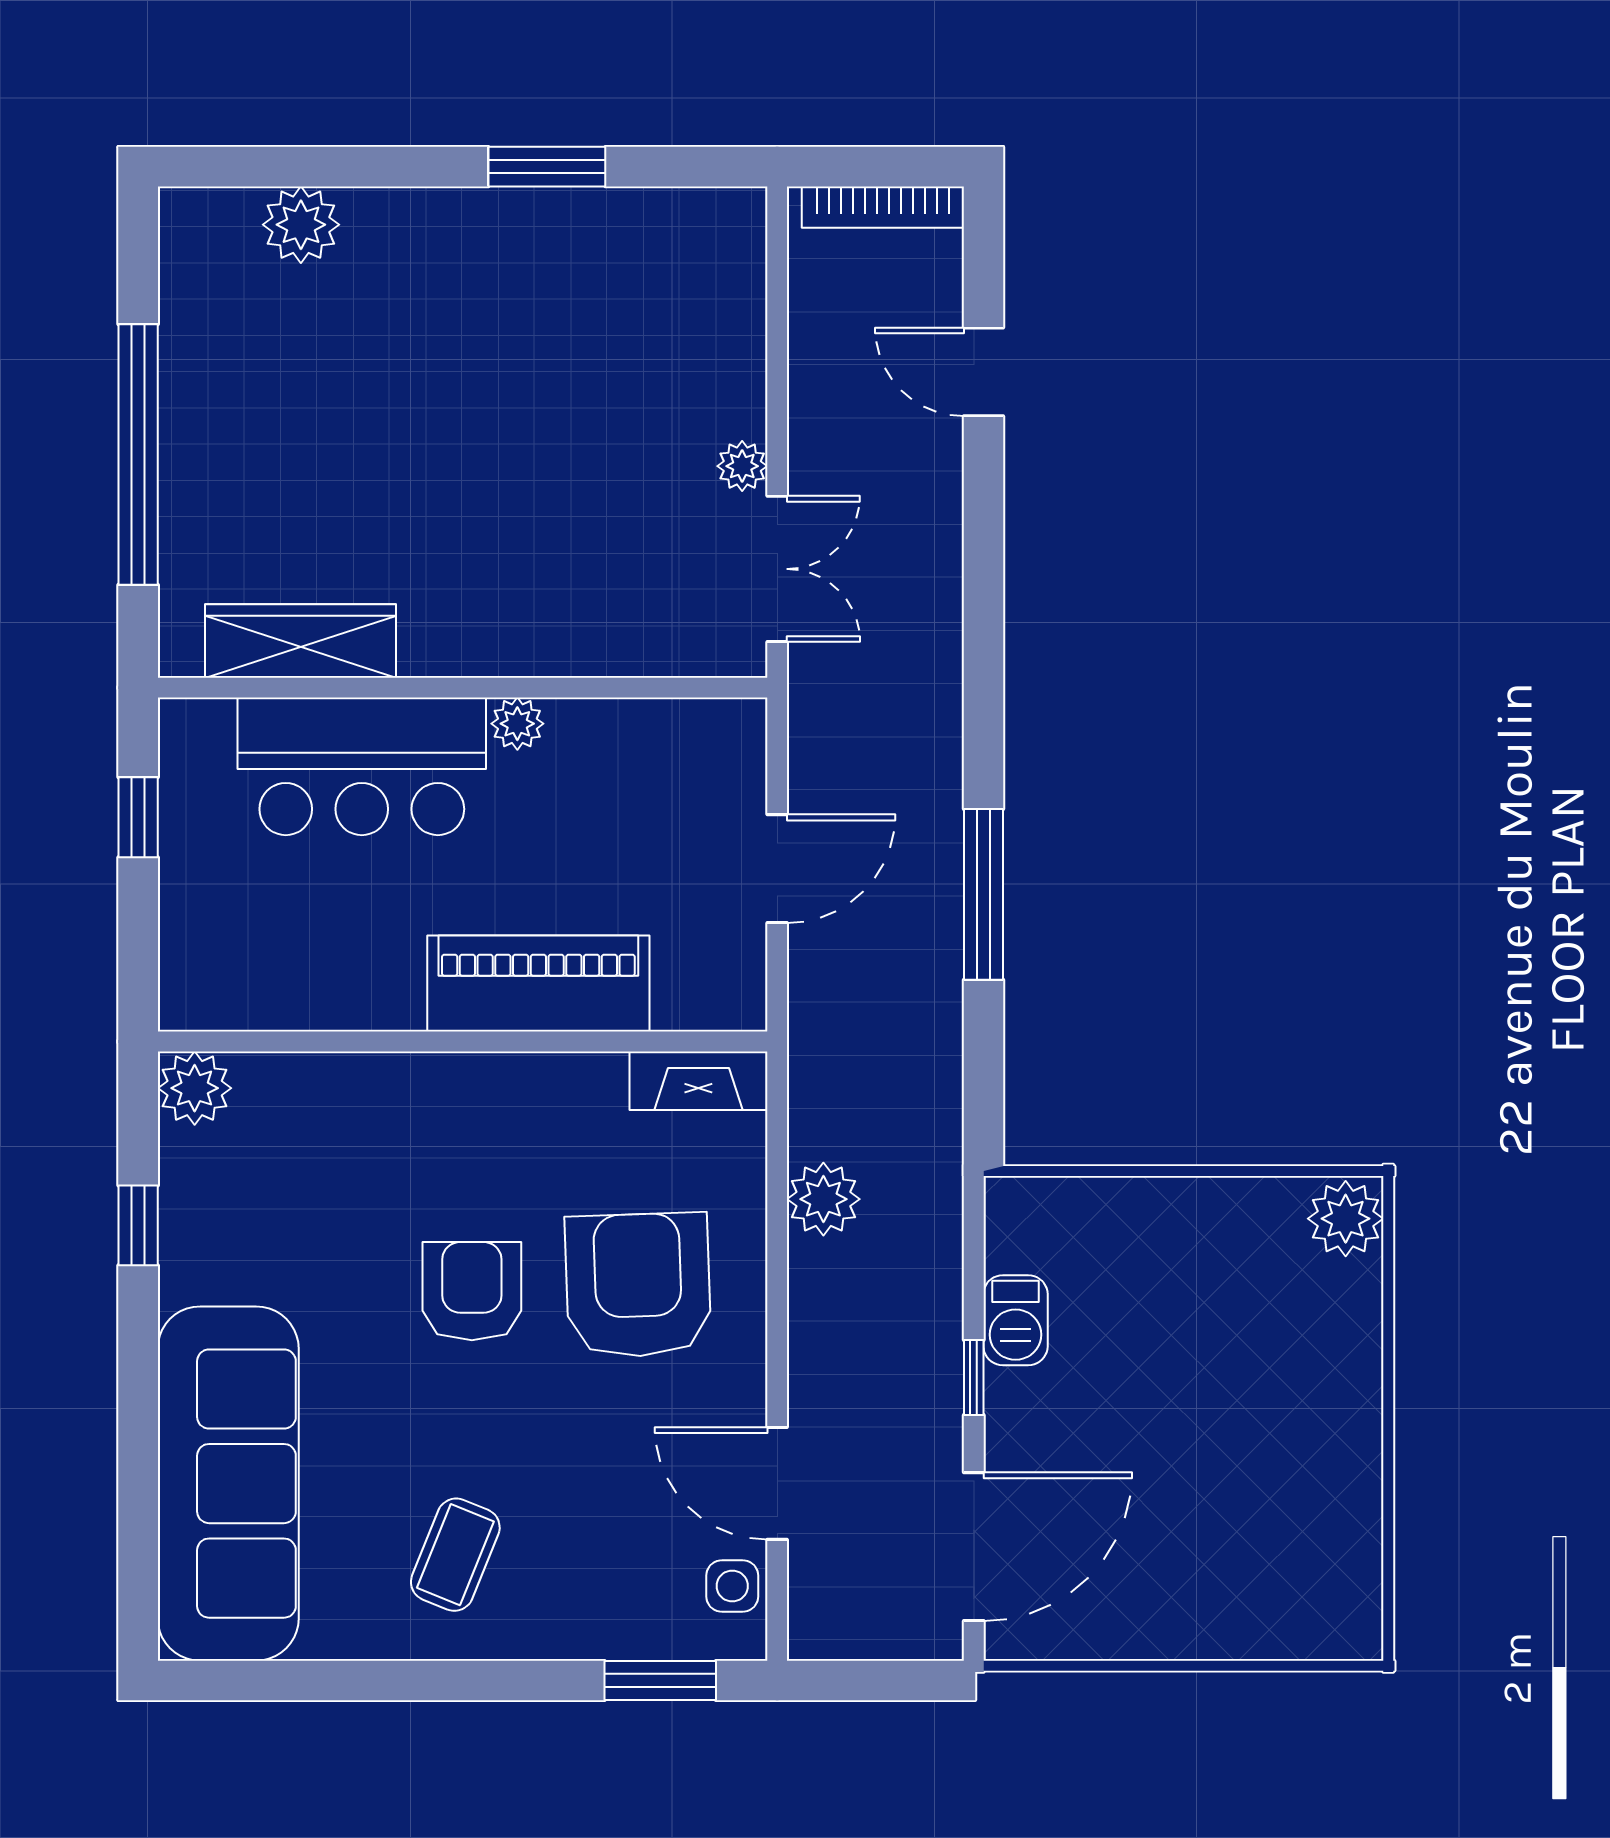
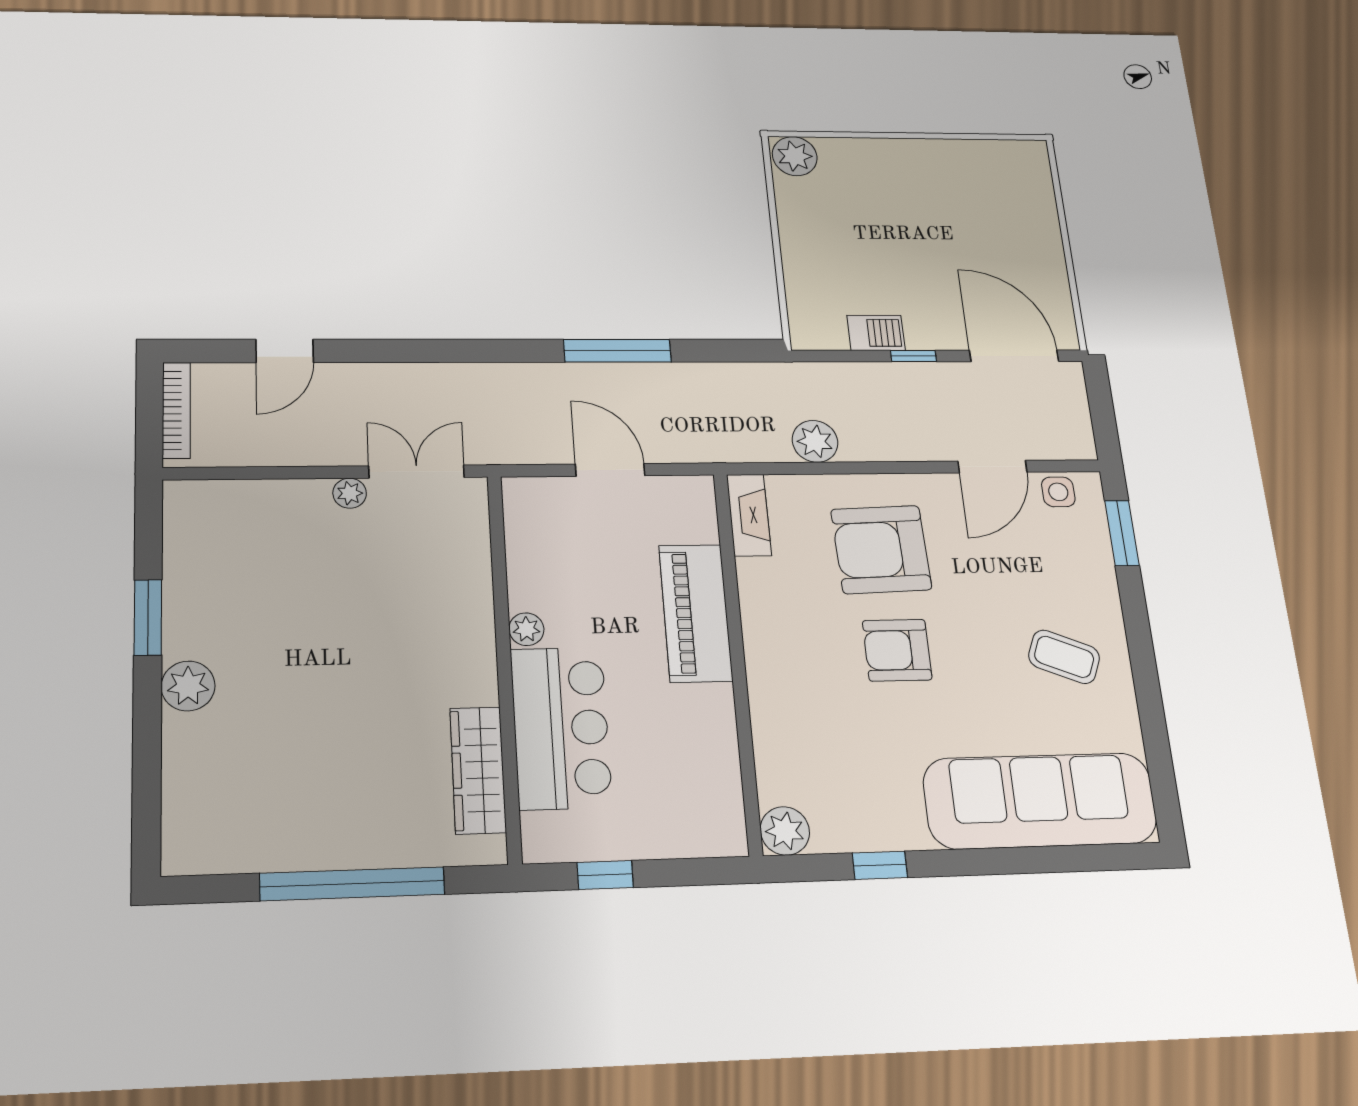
plant: (301, 225) -> (188, 686), moved

